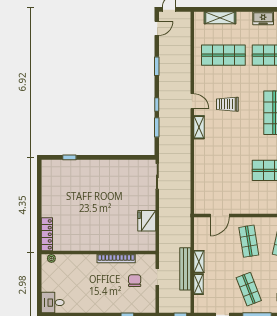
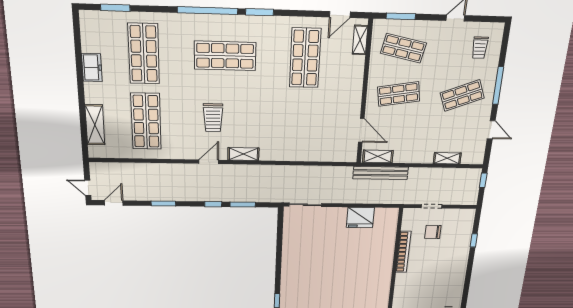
door: (157, 28) -> (114, 203), hinge flipped
shelving: (199, 262) -> (378, 156), moved
bench: (185, 269) -> (381, 173), moved

